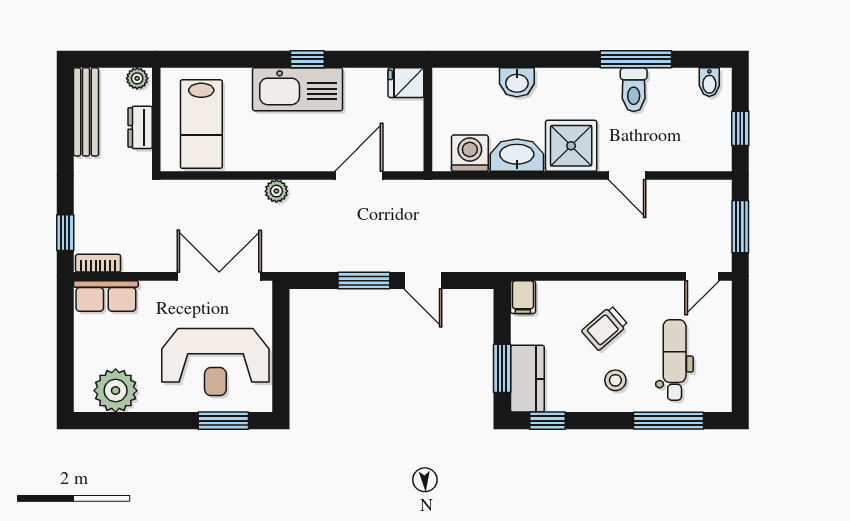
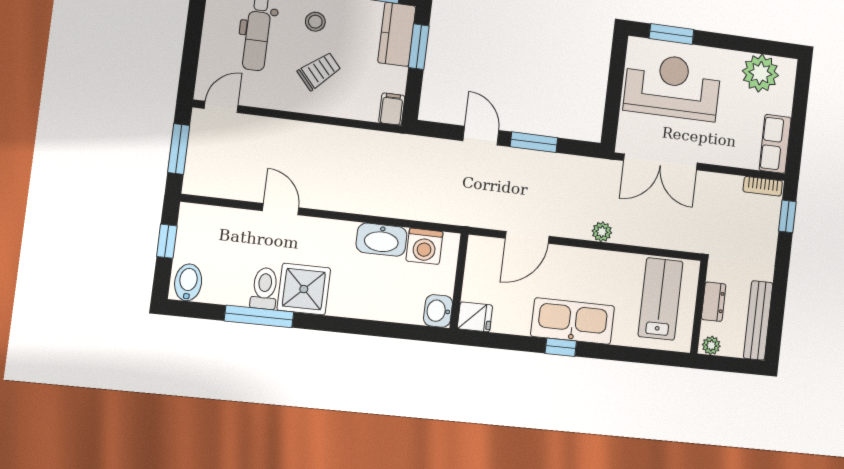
washbasin: (517, 82) -> (438, 311), moved, turned -90
bidet: (709, 82) -> (188, 282), width x1.38, depth x1.36
shower: (571, 146) -> (304, 289), moved
row of seats: (106, 296) -> (775, 144), moved, turned -90

